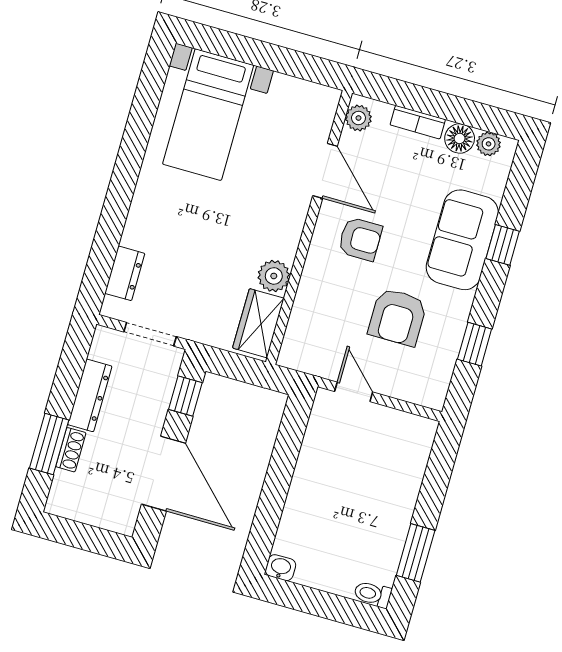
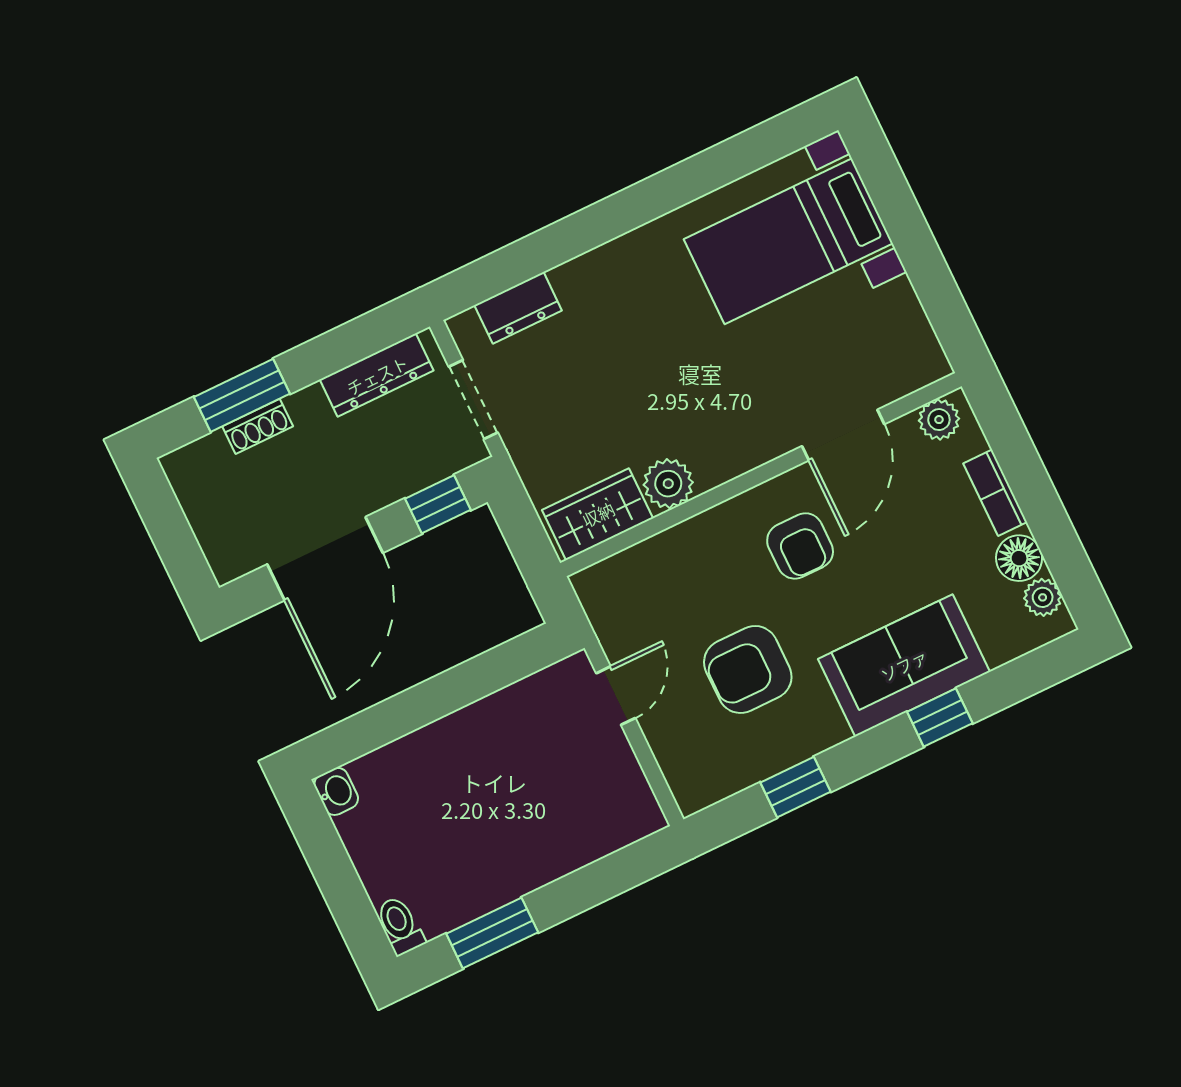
dresser: (90, 395) -> (377, 375), moved

